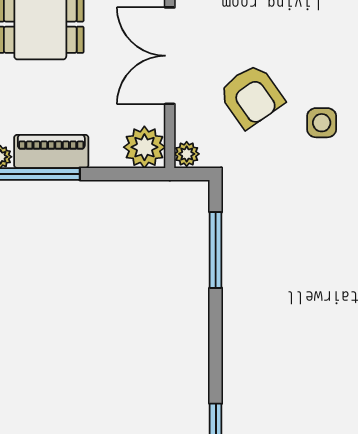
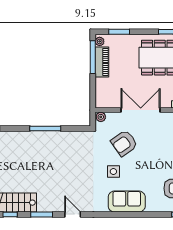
plant: (144, 147) -> (104, 100), removed
window: (216, 250) -> (45, 129), moved

